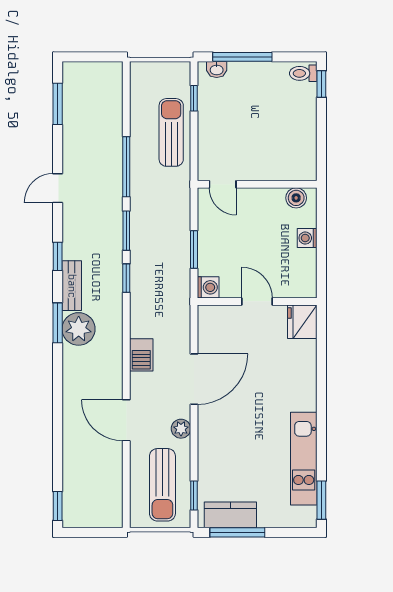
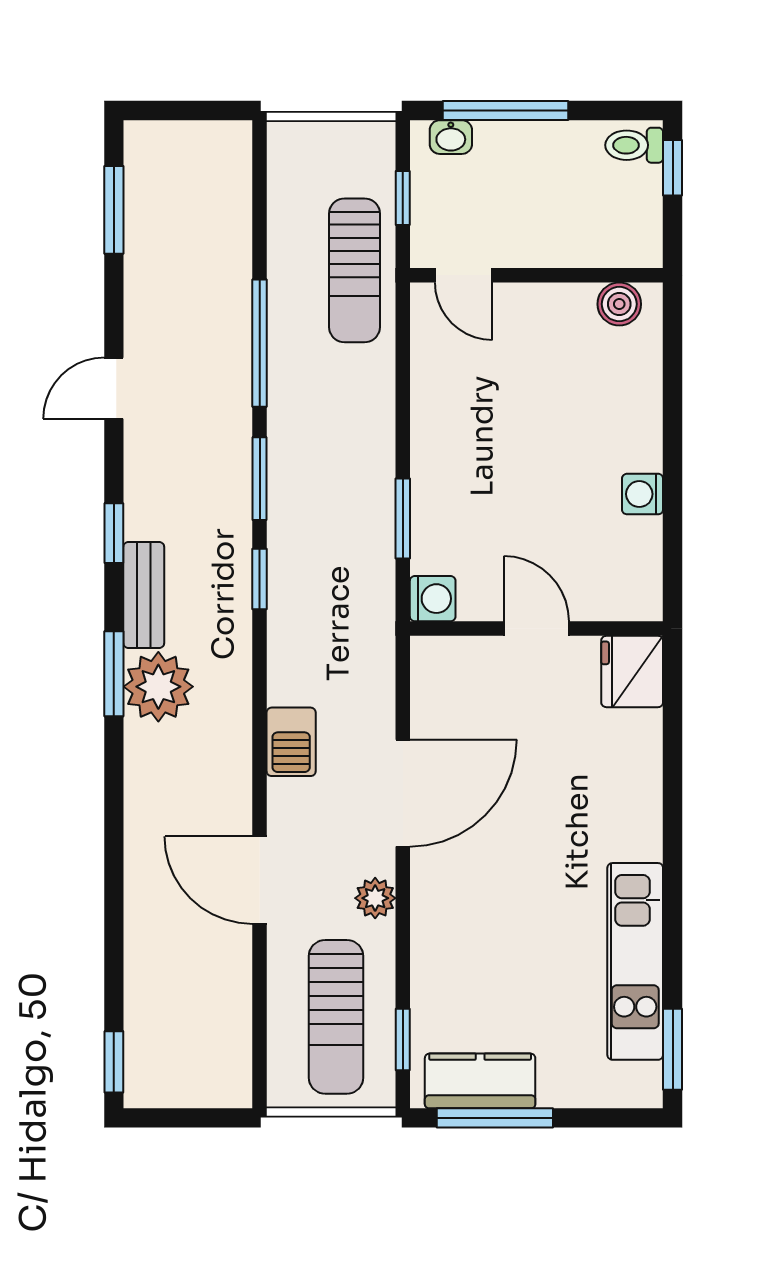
sun lounger: (171, 132) -> (354, 270), turned 180
door: (223, 184) -> (464, 275), moved
wall: (257, 184) -> (536, 275), moved
boiler: (296, 198) -> (619, 304), moved

